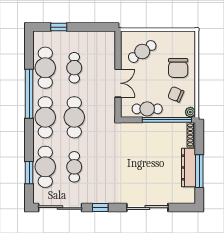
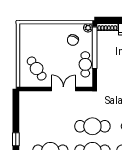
cafe table: (74, 68) -> (50, 126), removed
chair: (178, 68) -> (51, 38), removed

